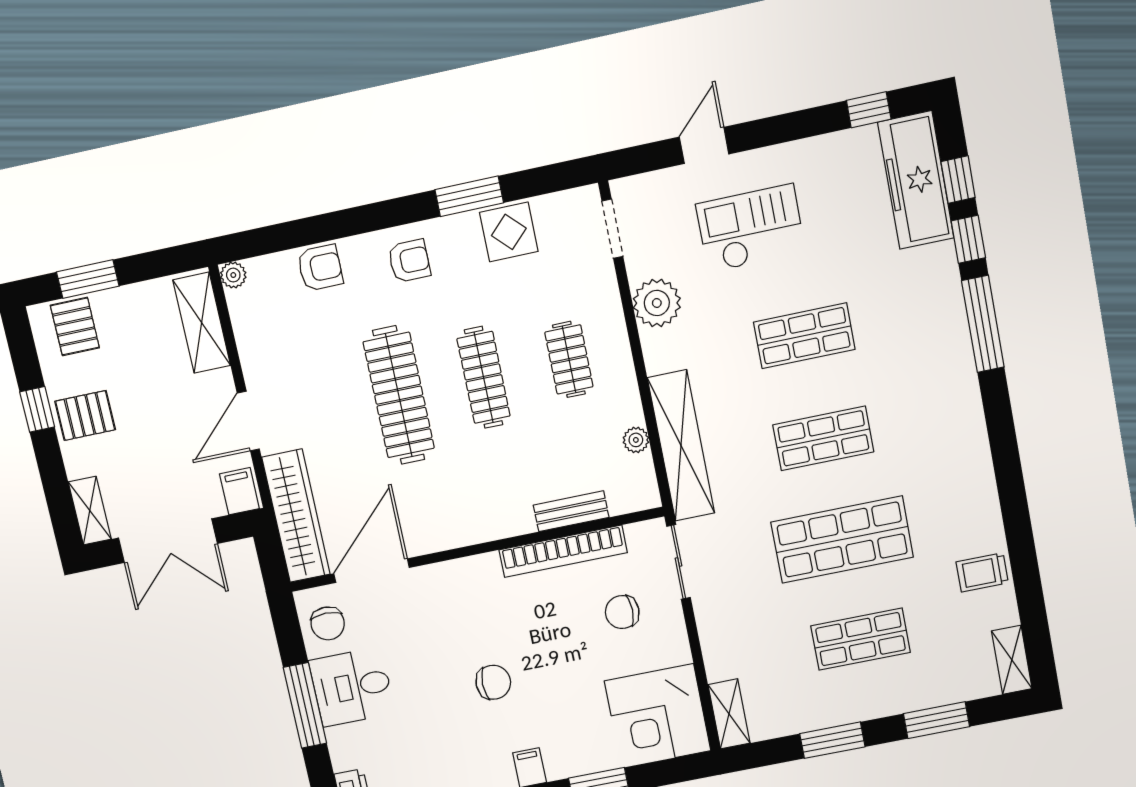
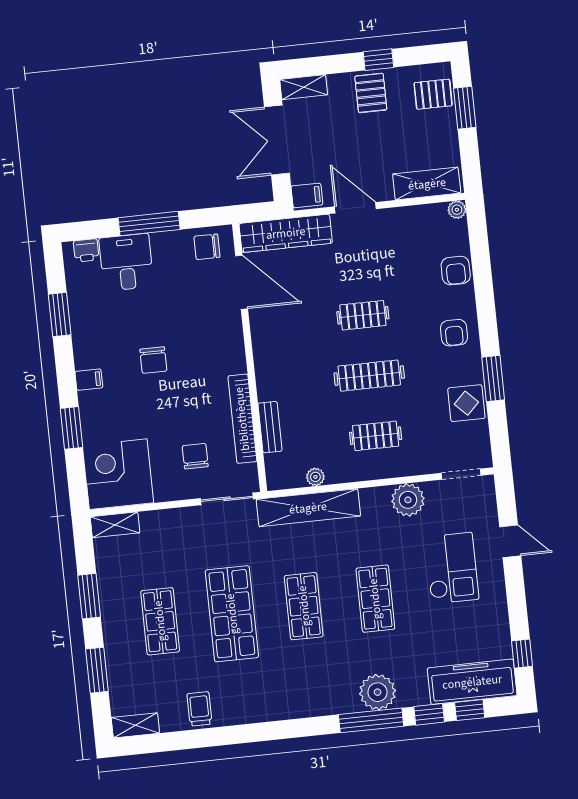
plant: (941, 319) -> (378, 692), added
clothes rail: (399, 395) -> (363, 315), width x0.54, depth x0.76
desk: (352, 687) -> (126, 262), moved

